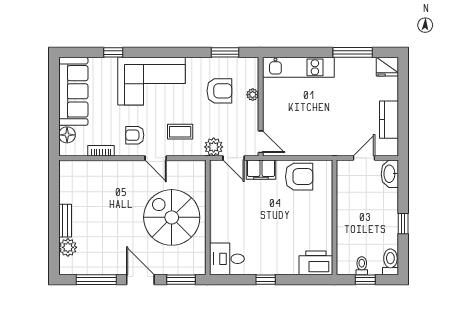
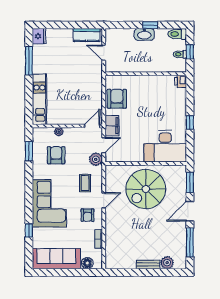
kitchen counter: (389, 120) -> (87, 35), moved
washbasin: (390, 174) -> (144, 34), moved
desk: (227, 259) -> (165, 146), width x1.87, depth x1.30
printer: (316, 263) -> (181, 81), width x0.53, depth x0.68

